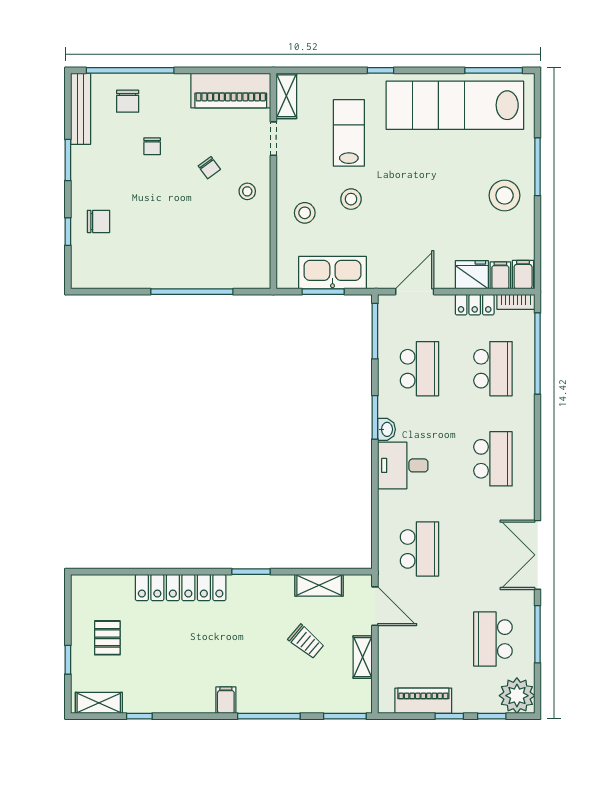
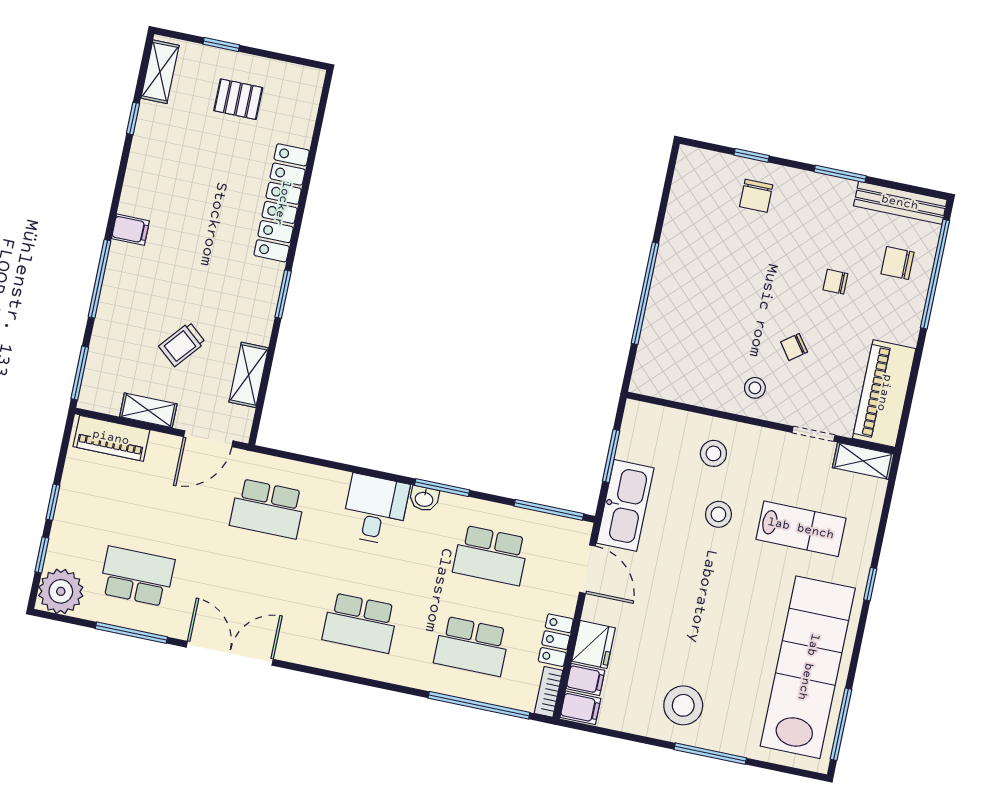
kitchen sink: (332, 273) -> (625, 505), moved
piano: (423, 701) -> (111, 438), moved, turned 90

